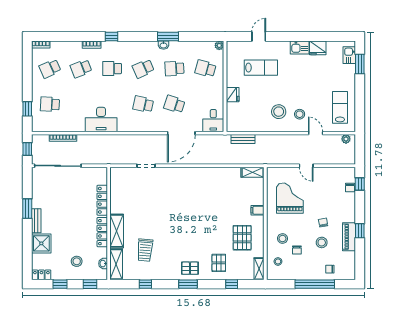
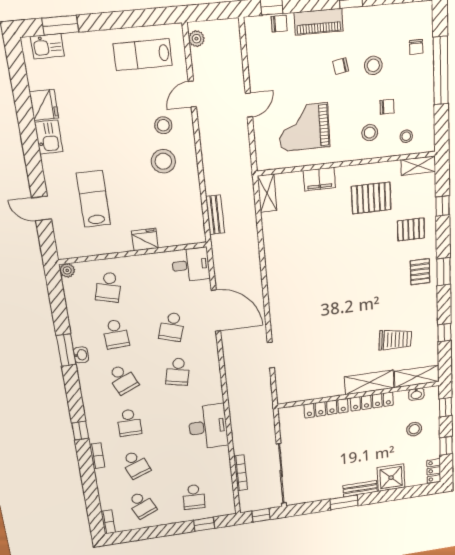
filing cabinet: (258, 210) -> (319, 179), width x2.00
piano: (349, 237) -> (319, 22), moved

